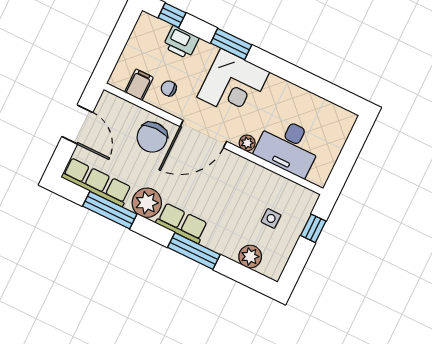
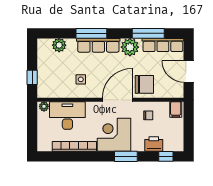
filing cabinet: (139, 85) -> (176, 110), moved
bookcase: (300, 96) -> (74, 146), added
chair: (152, 137) -> (144, 84), turned 90
plant: (247, 143) -> (44, 106), moved
side table: (271, 218) -> (81, 79), moved
row of seats: (182, 223) -> (98, 45), width x1.48

